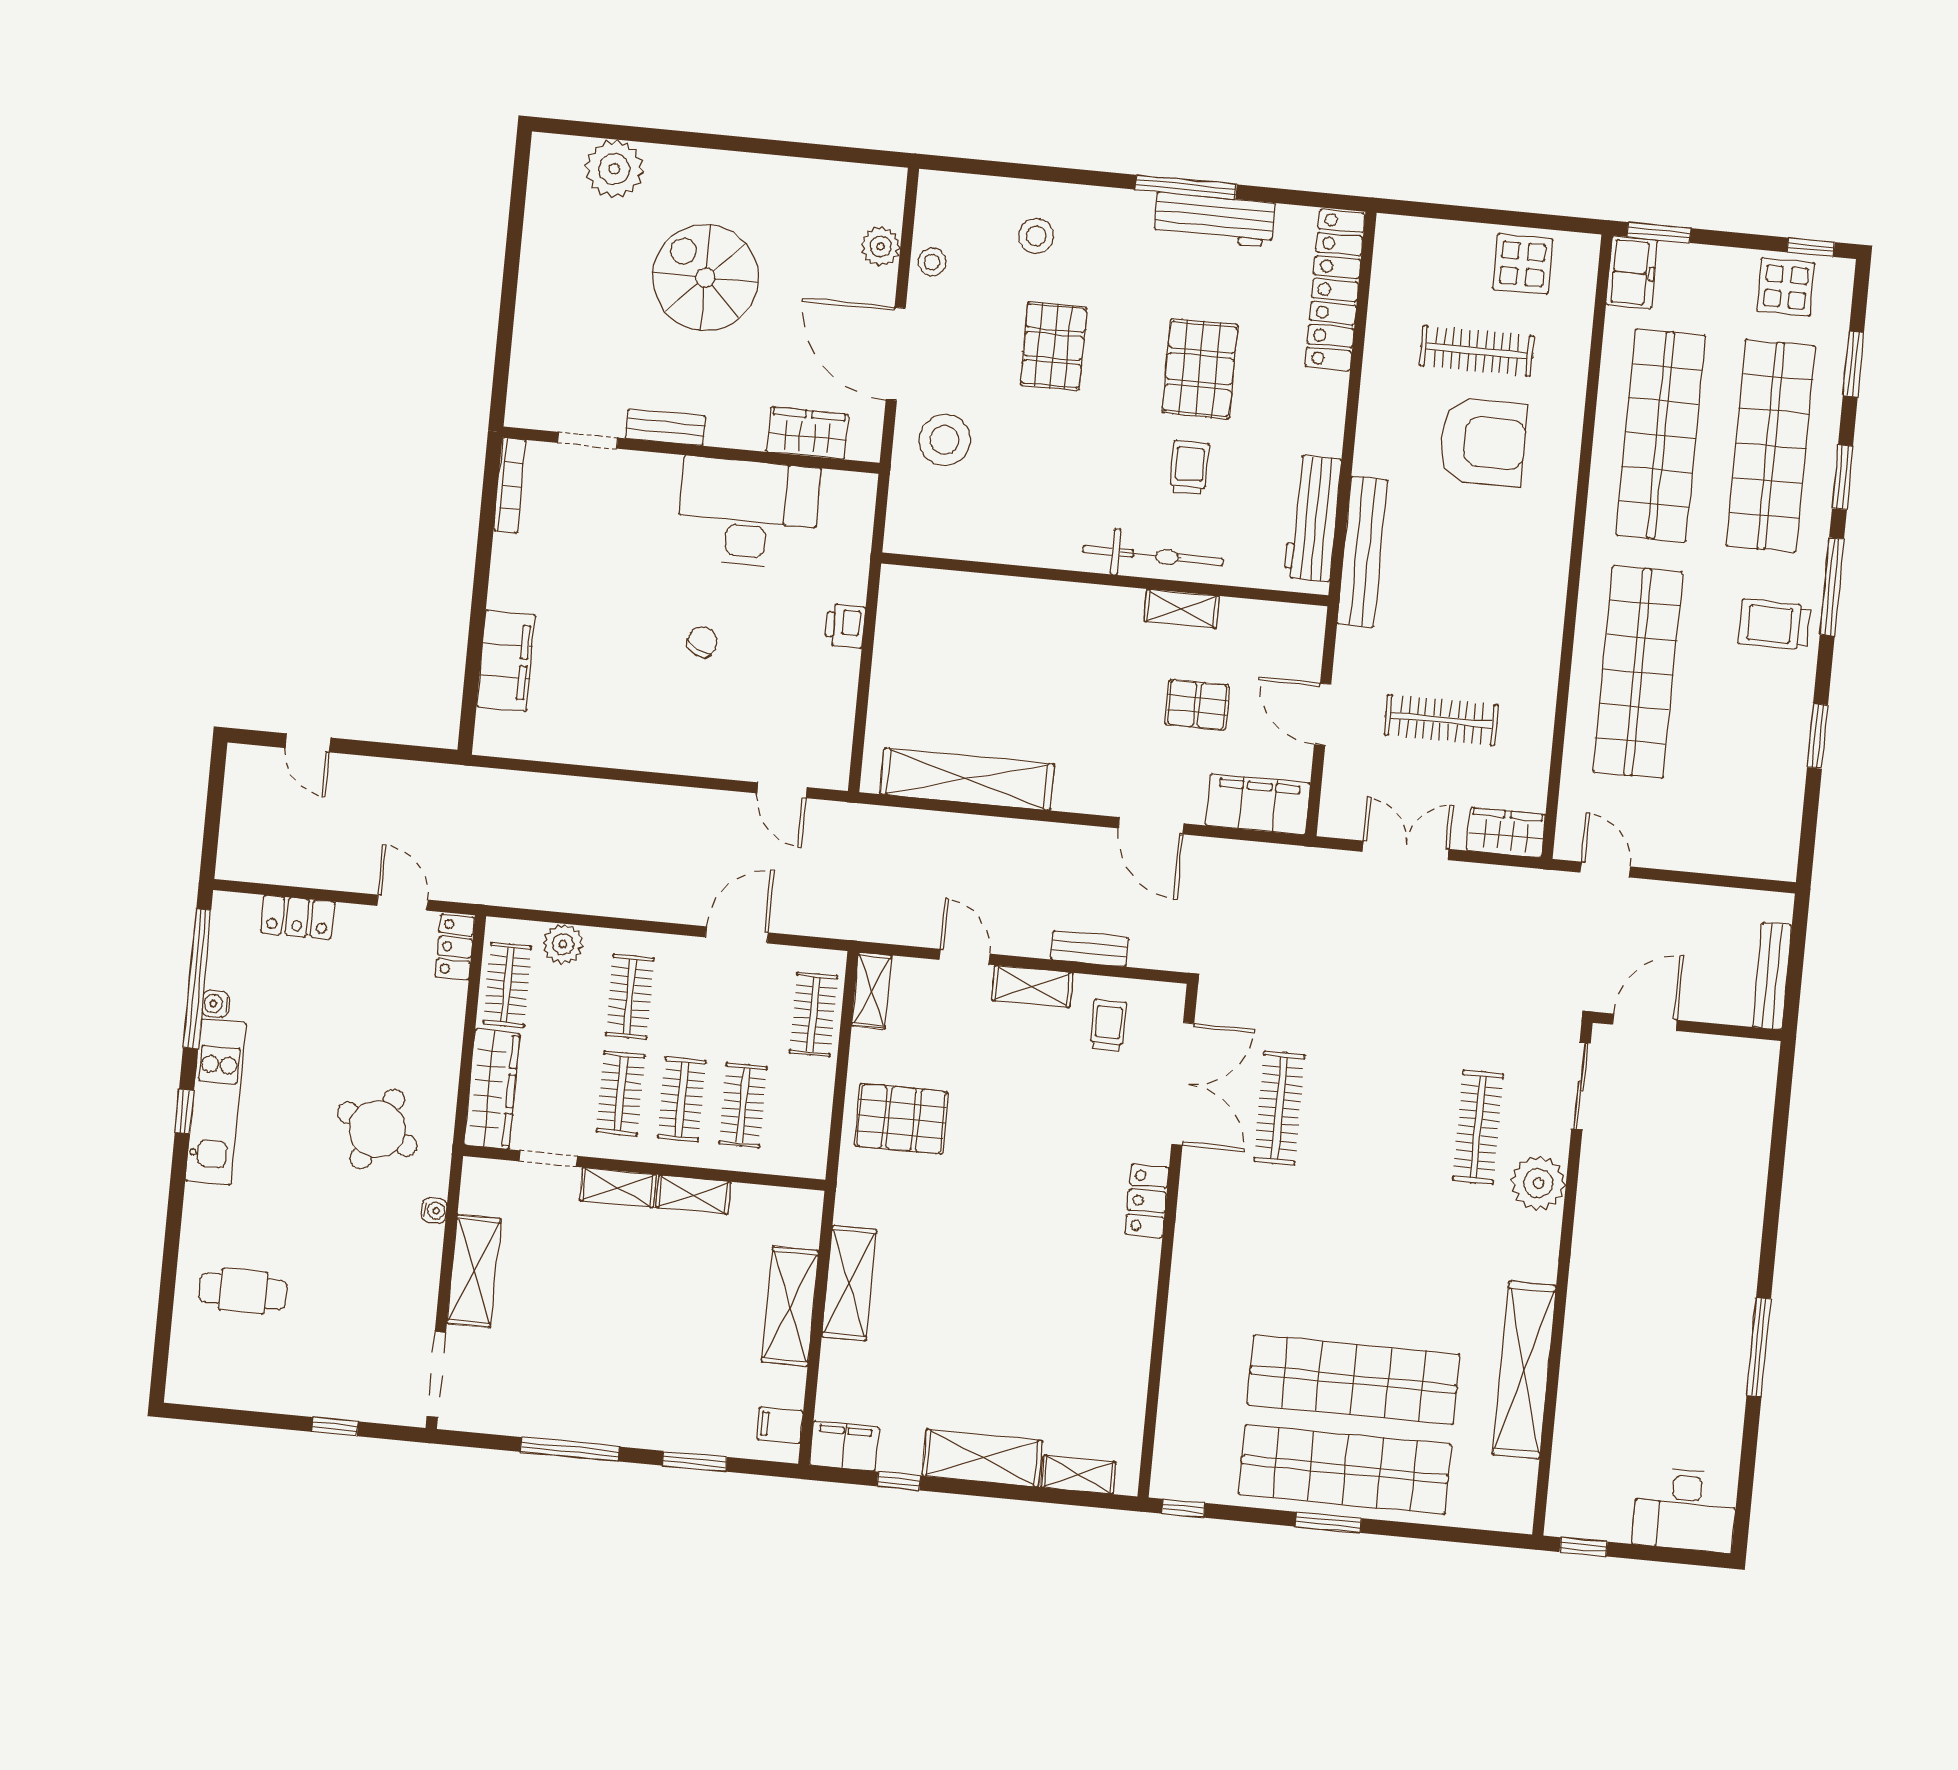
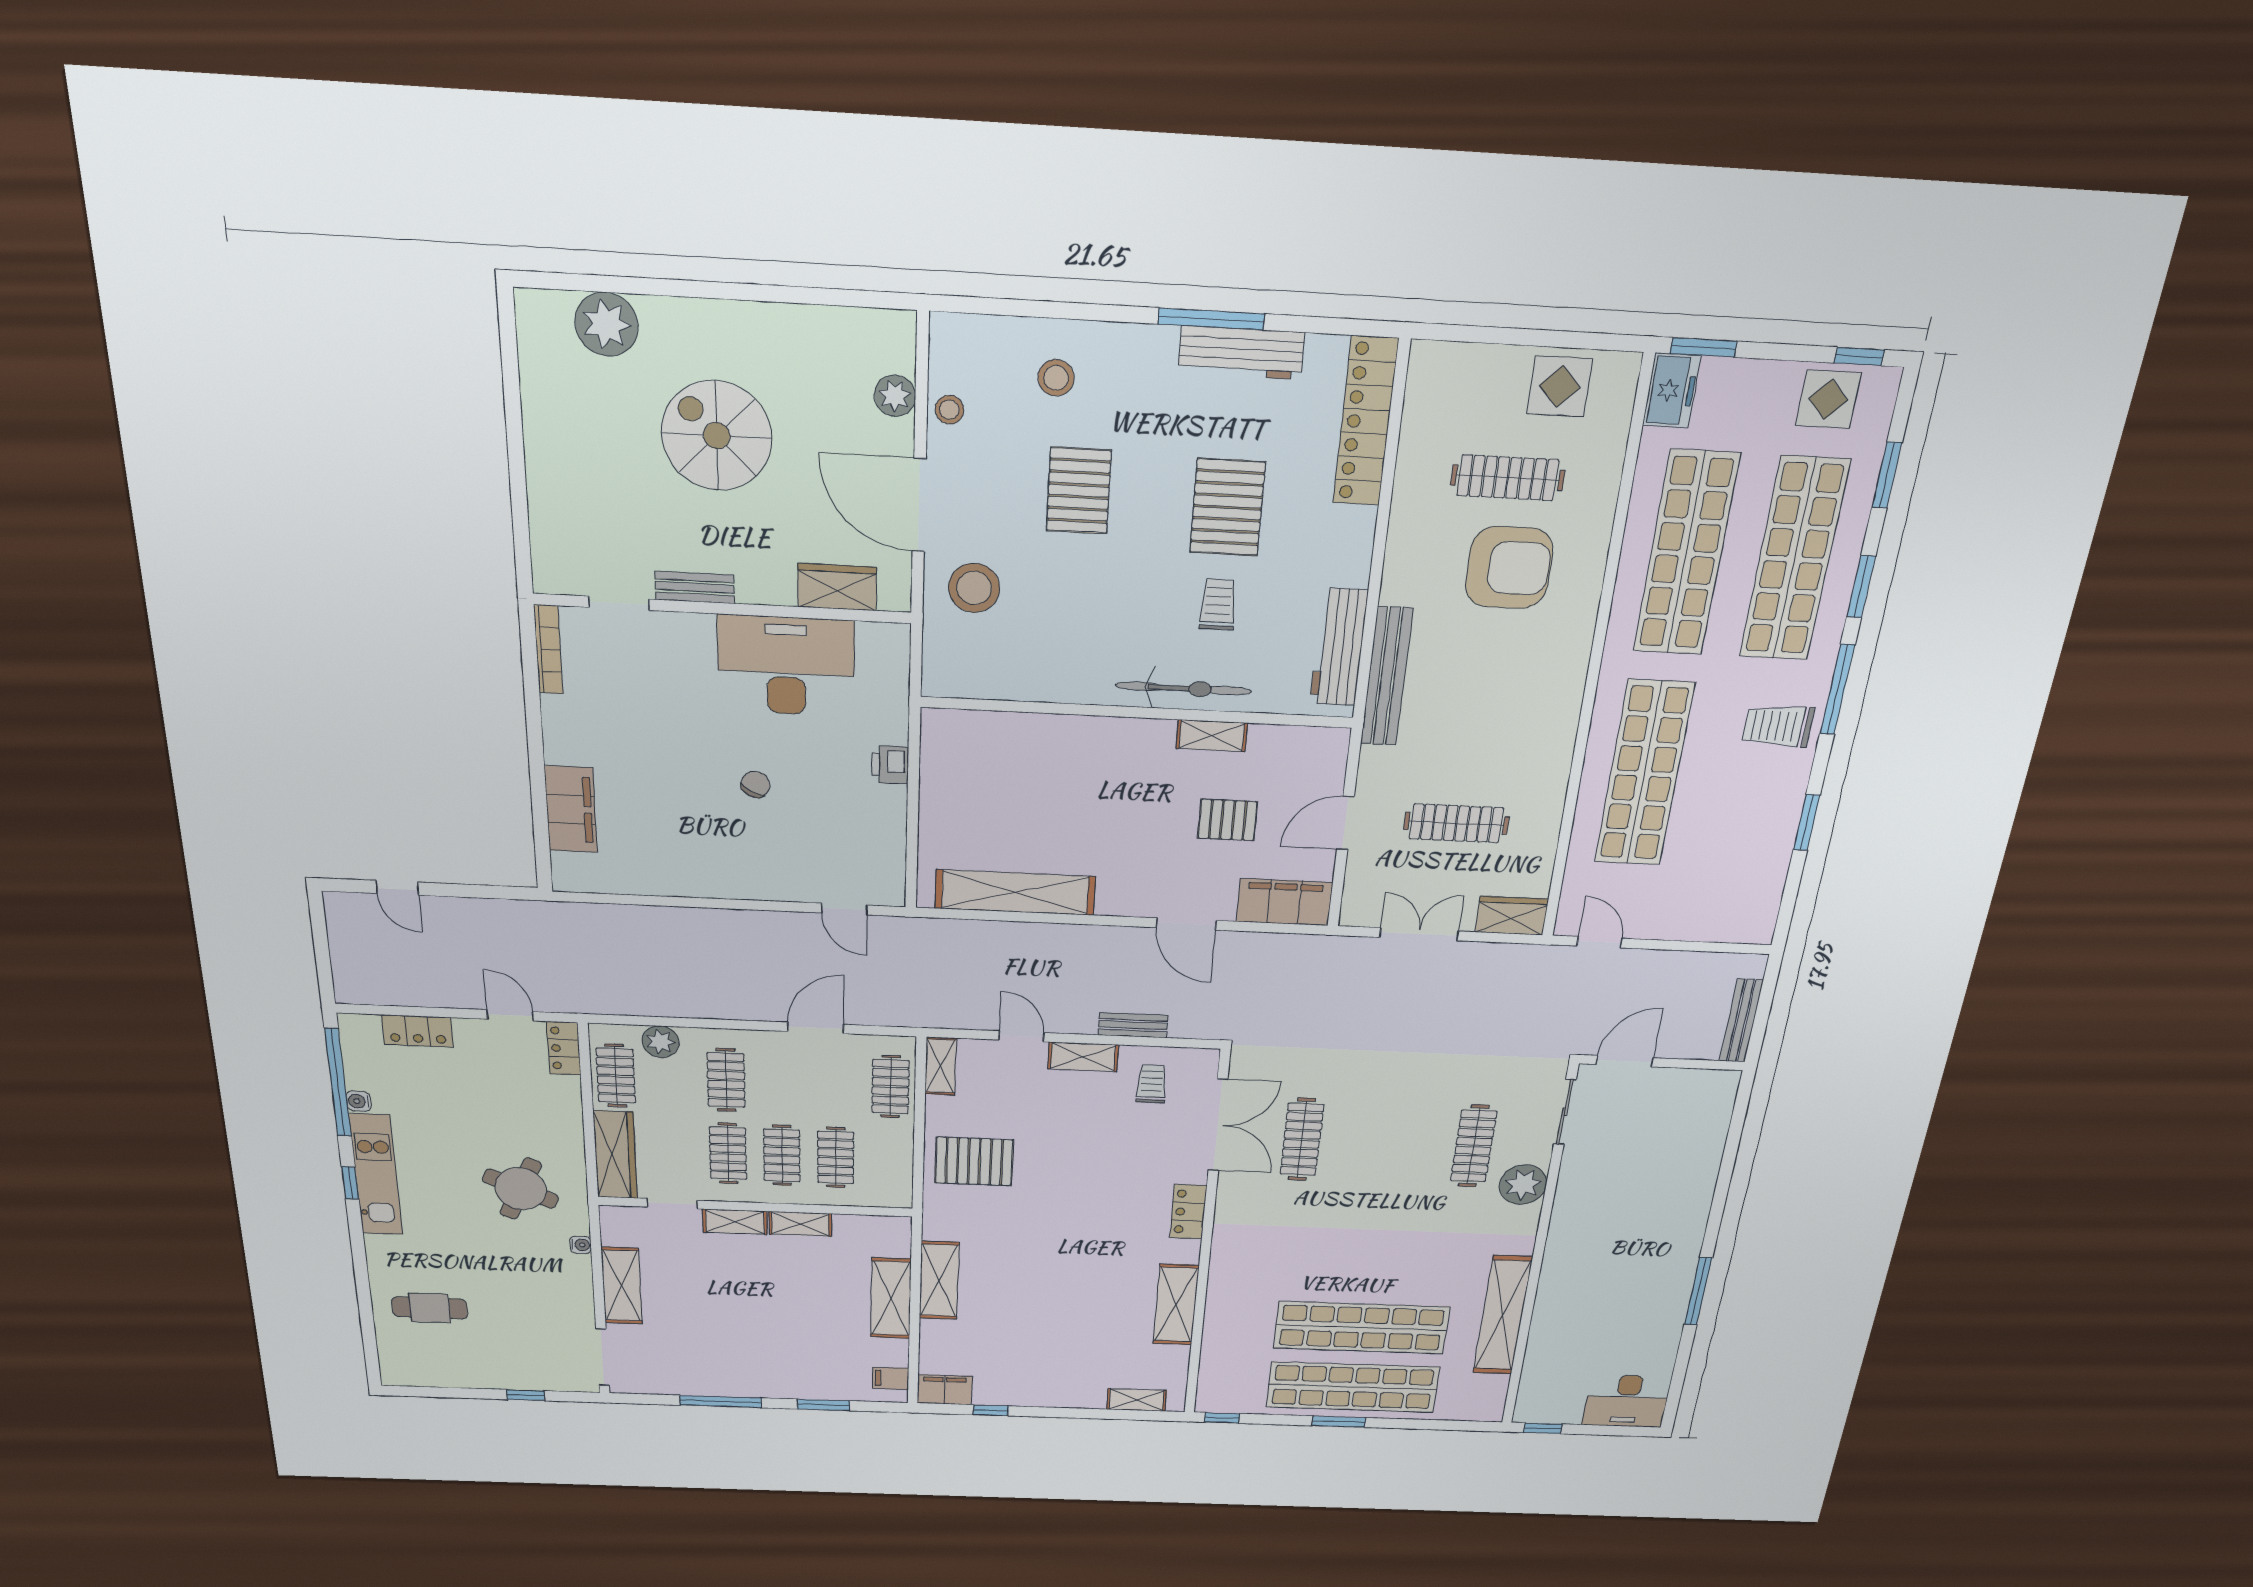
door: (1323, 714) -> (1345, 823), hinge flipped
shelving: (982, 1458) -> (1176, 1305), moved, turned 90

